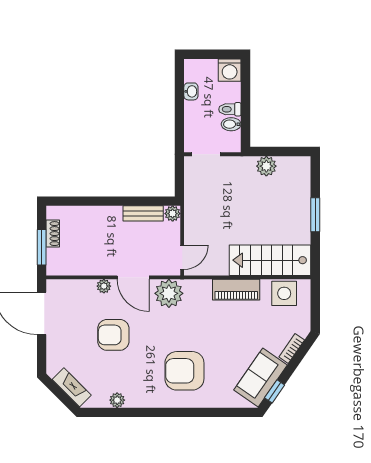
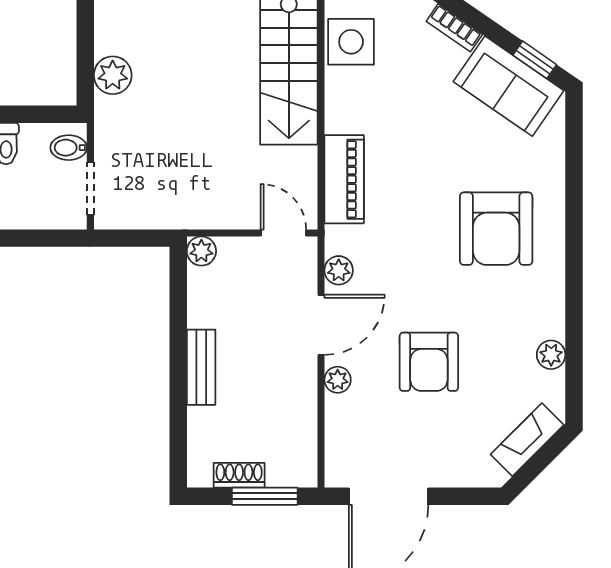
bidet: (231, 124) -> (69, 148), moved, turned 90
bench: (143, 213) -> (201, 367), moved
piano: (236, 290) -> (344, 179), moved
plant: (169, 293) -> (339, 270), width x0.53, depth x0.53

